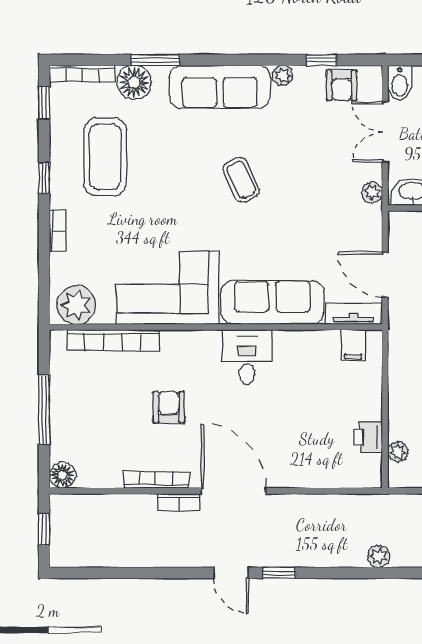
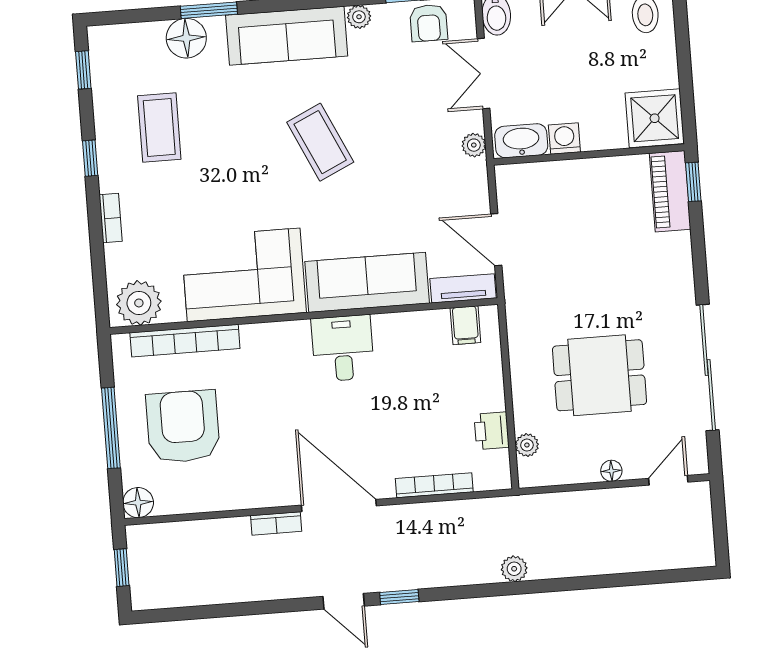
bookcase: (82, 74) -> (125, 33), removed
coffee table: (105, 157) -> (159, 128), width x0.73, depth x0.76
coffee table: (241, 180) -> (320, 142), width x1.36, depth x1.30
armchair: (169, 407) -> (183, 427), moved, width x1.88, depth x1.88
bookcase: (156, 480) -> (434, 485), moved

